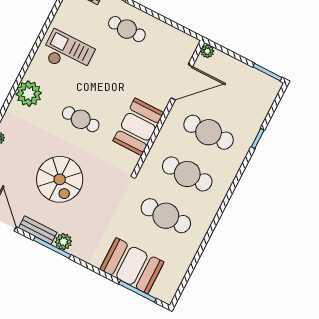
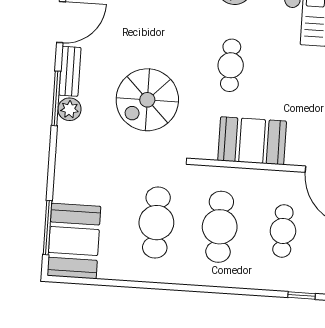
cafe table: (209, 132) -> (283, 231), width x0.73, depth x0.74
spiral stairs: (60, 179) -> (147, 100), moved
booth: (132, 266) -> (74, 241), moved

